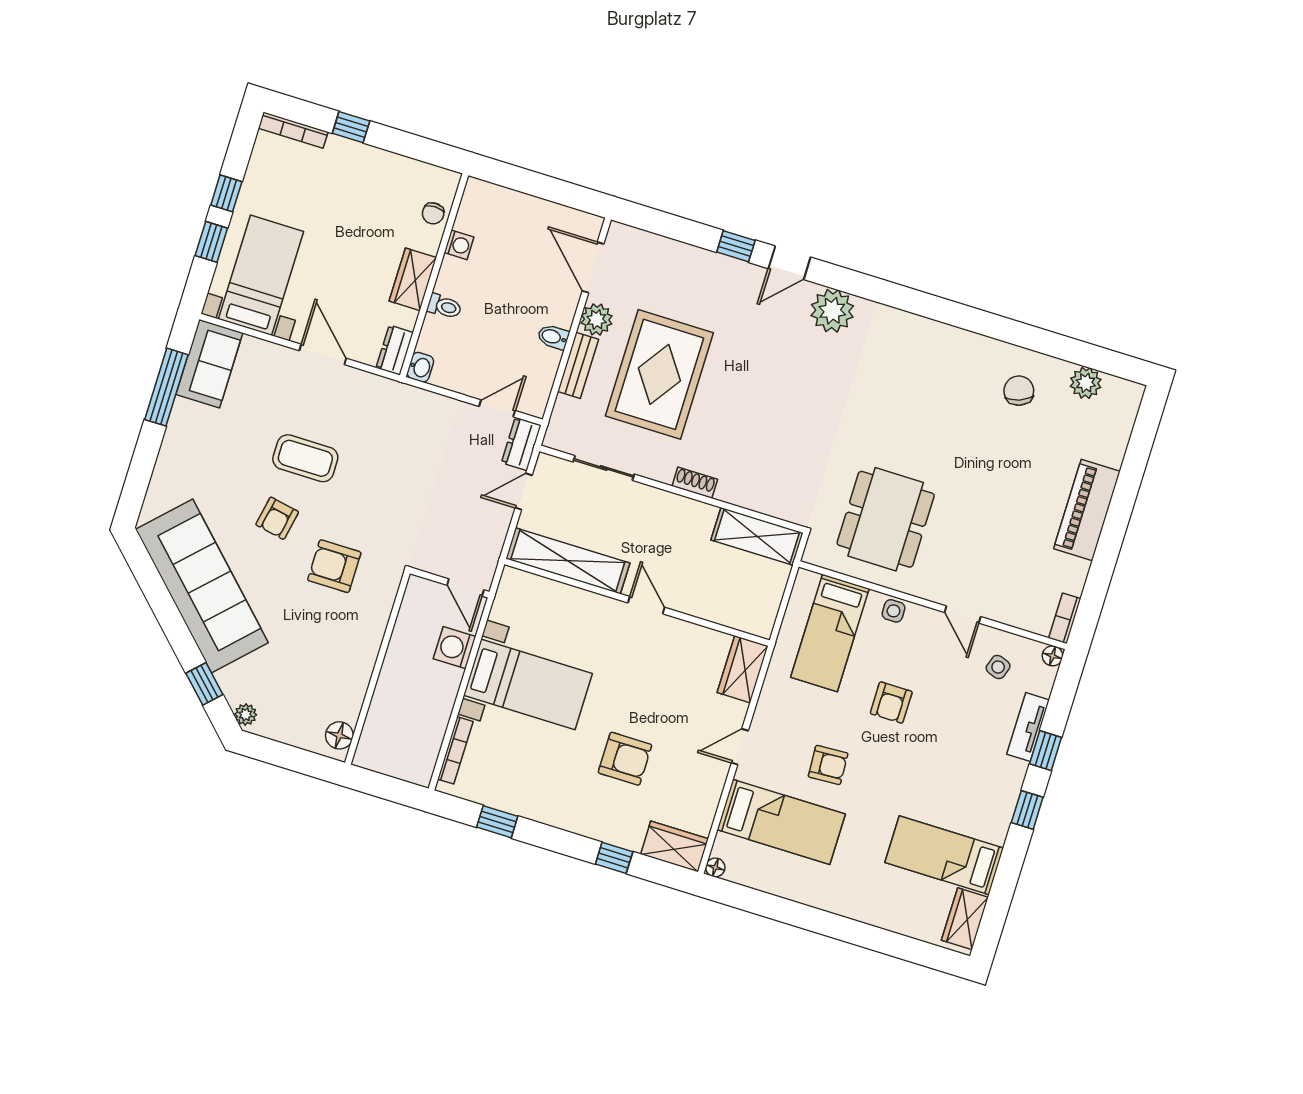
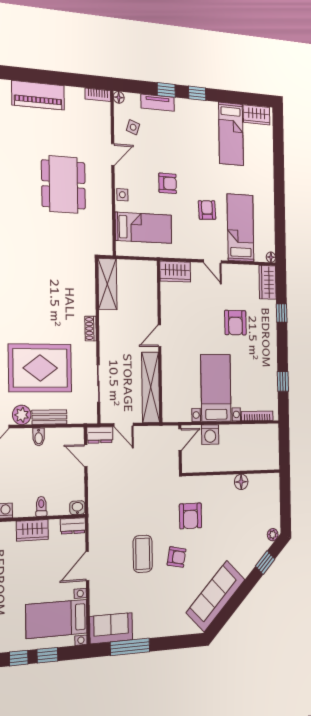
dining table: (886, 519) -> (63, 185), moved, turned 90
sofa: (202, 586) -> (216, 596), width x0.74, depth x0.79
floor lamp: (339, 735) -> (241, 482), moved
armchair: (625, 759) -> (235, 323), turned 180

